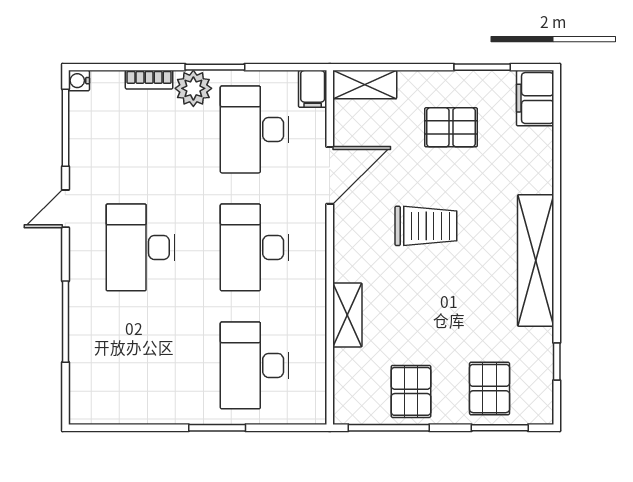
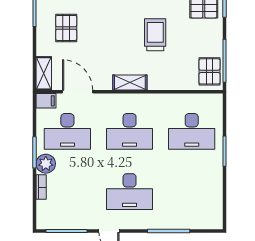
water cooler: (79, 81) -> (42, 224), removed
door: (330, 175) -> (78, 92), moved
trolley: (426, 226) -> (155, 35), moved
shelving: (347, 315) -> (130, 83), moved
pallet: (411, 391) -> (210, 71), moved, turned 90

